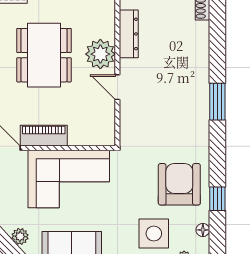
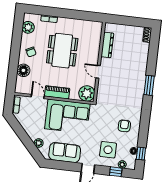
plant: (100, 54) -> (87, 93), moved
armchair: (179, 184) -> (124, 126), width x0.53, depth x0.53
window: (217, 199) -> (141, 154), moved

